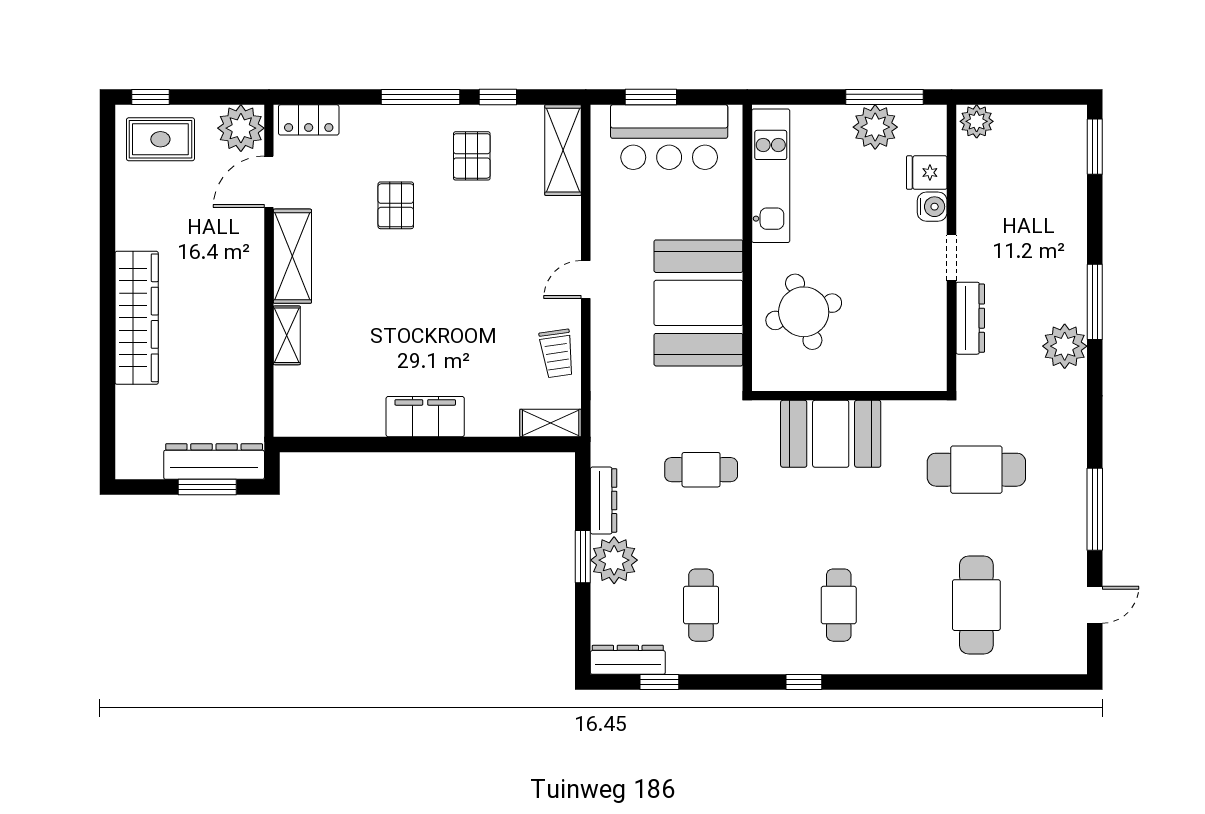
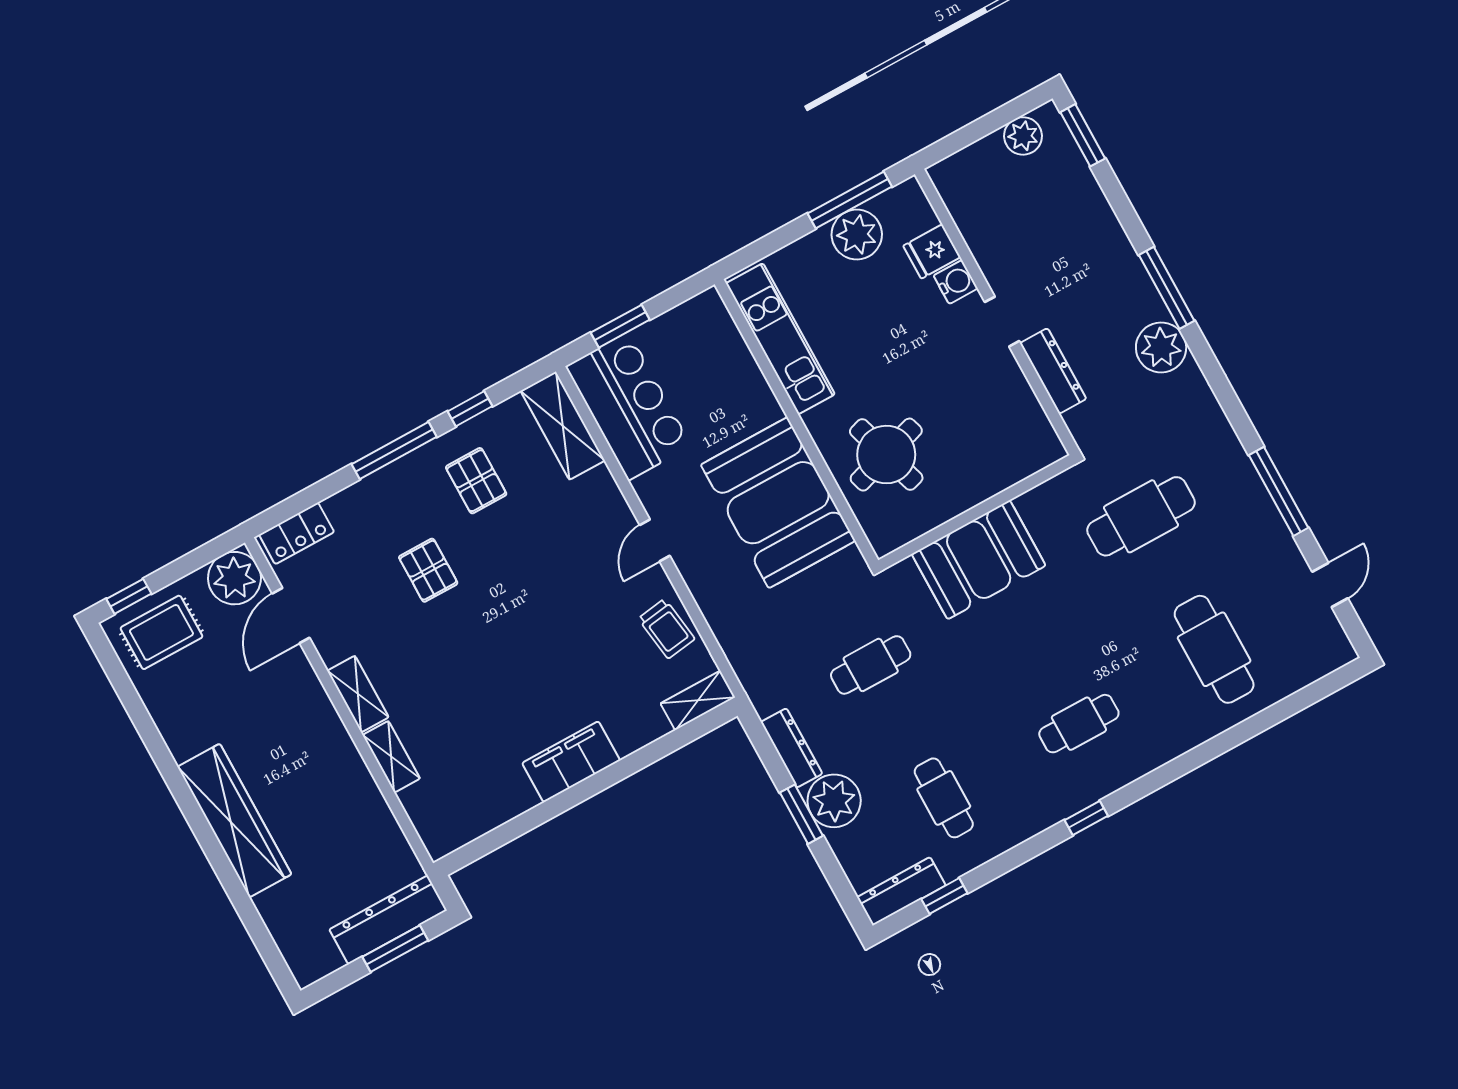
plant: (977, 121) -> (1023, 136), moved
bar counter: (669, 137) -> (628, 406), moved, turned -90
shelving: (292, 256) -> (358, 694), width x0.67, depth x0.75
cafe table: (839, 605) -> (1079, 724), turned 90

